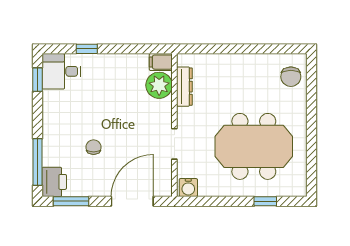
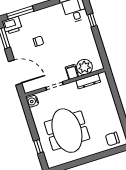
filing cabinet: (161, 62) -> (72, 72), moved

